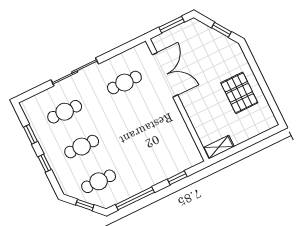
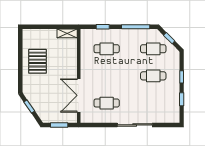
cafe table: (65, 112) -> (107, 49), moved

